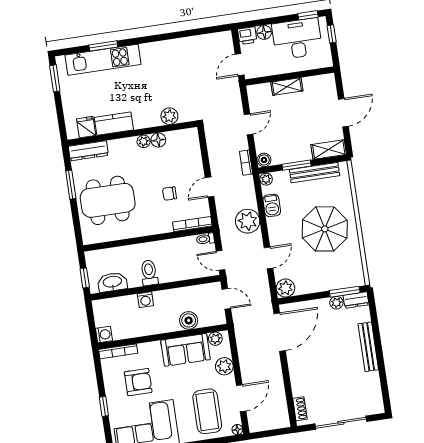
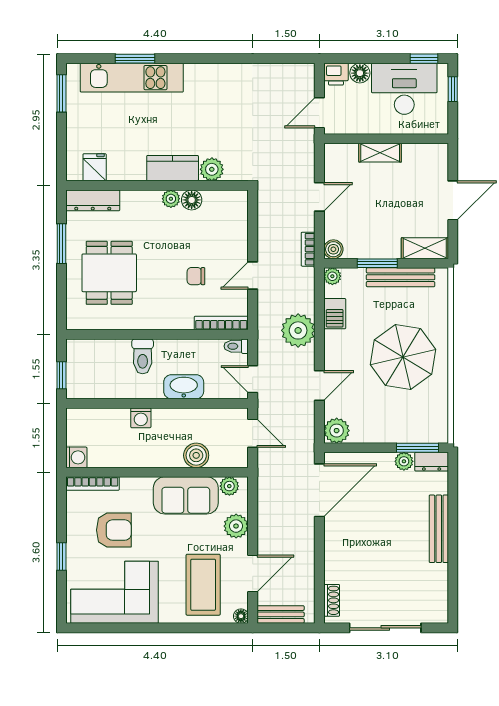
kitchen counter: (114, 124) -> (173, 168), moved
dining table: (108, 200) -> (109, 273), width x0.73
toilet: (149, 273) -> (143, 356), moved, turned 180
washbasin: (112, 282) -> (184, 387), moved
bench: (265, 424) -> (281, 614), added

